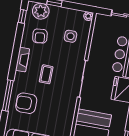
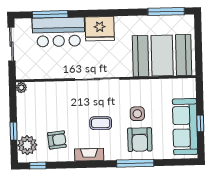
side table: (70, 36) -> (137, 114), moved

